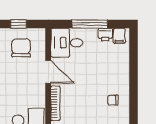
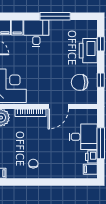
desk: (67, 43) -> (83, 137), moved, turned 90
chair: (21, 48) -> (80, 82), turned 180

